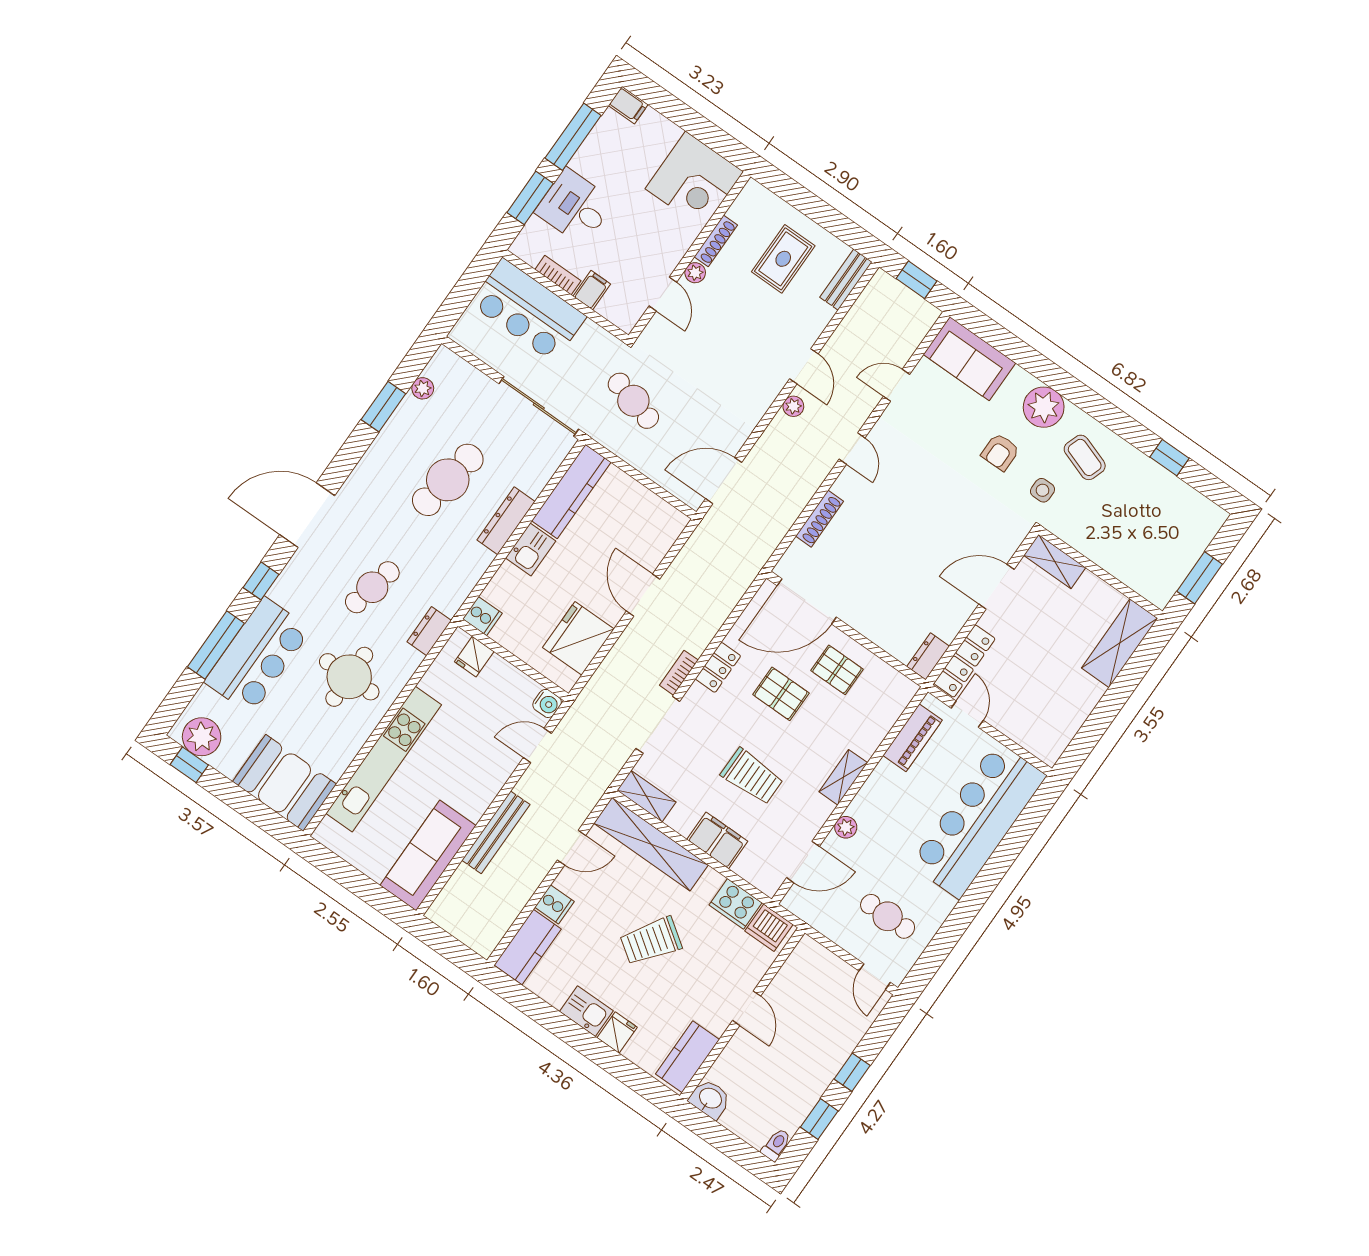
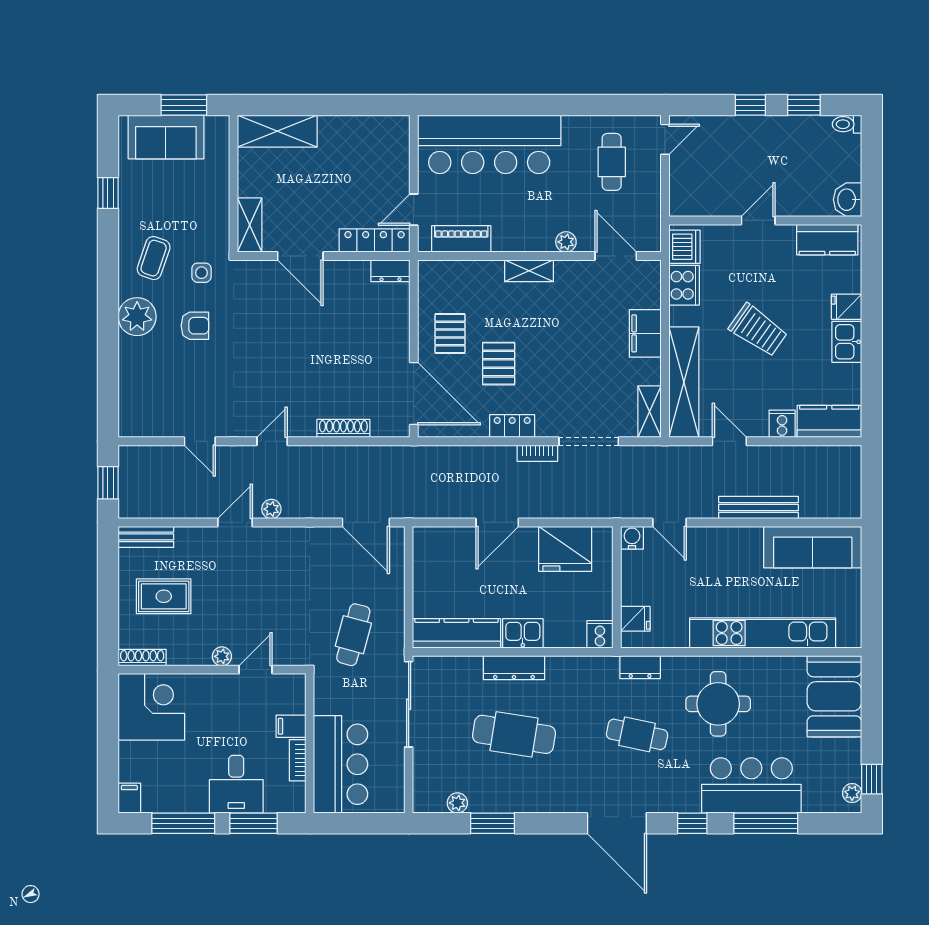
shoe rack: (716, 241) -> (142, 658), moved
sofa: (969, 359) -> (166, 137), moved, turned 90
plant: (202, 737) -> (852, 793), width x0.53, depth x0.53
trolley: (752, 776) -> (577, 341), removed

